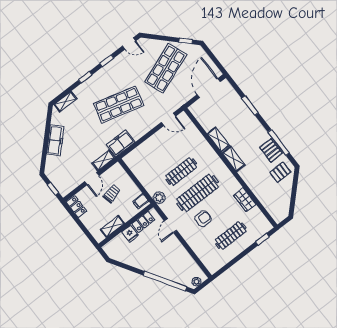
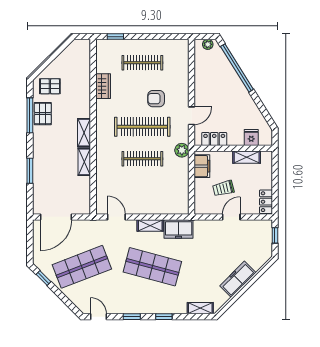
shelving: (104, 160) -> (150, 226), moved
filing cabinet: (141, 201) -> (202, 166), width x2.00
fridge: (130, 234) -> (251, 138), moved

